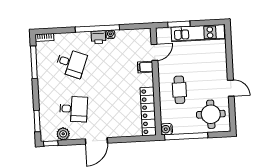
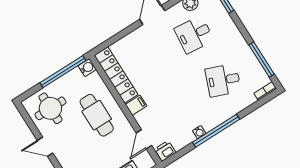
printer: (98, 37) -> (165, 151), moved
filing cabinet: (145, 67) -> (136, 105), moved
cafe table: (179, 90) -> (97, 115), width x1.37, depth x1.35

